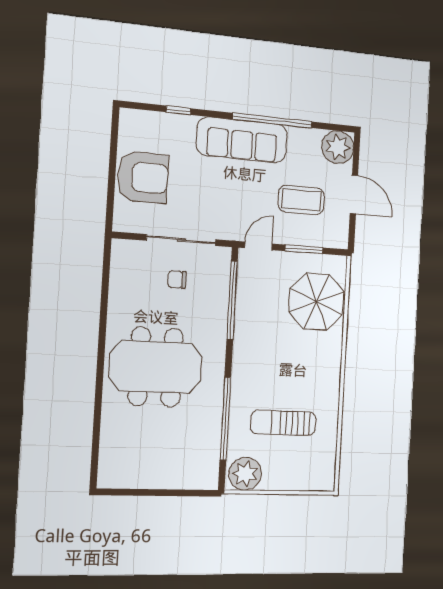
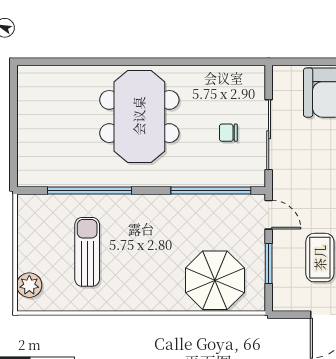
chair: (177, 280) -> (228, 133), turned -90
plant: (245, 474) -> (29, 285), moved, width x0.73, depth x0.73

